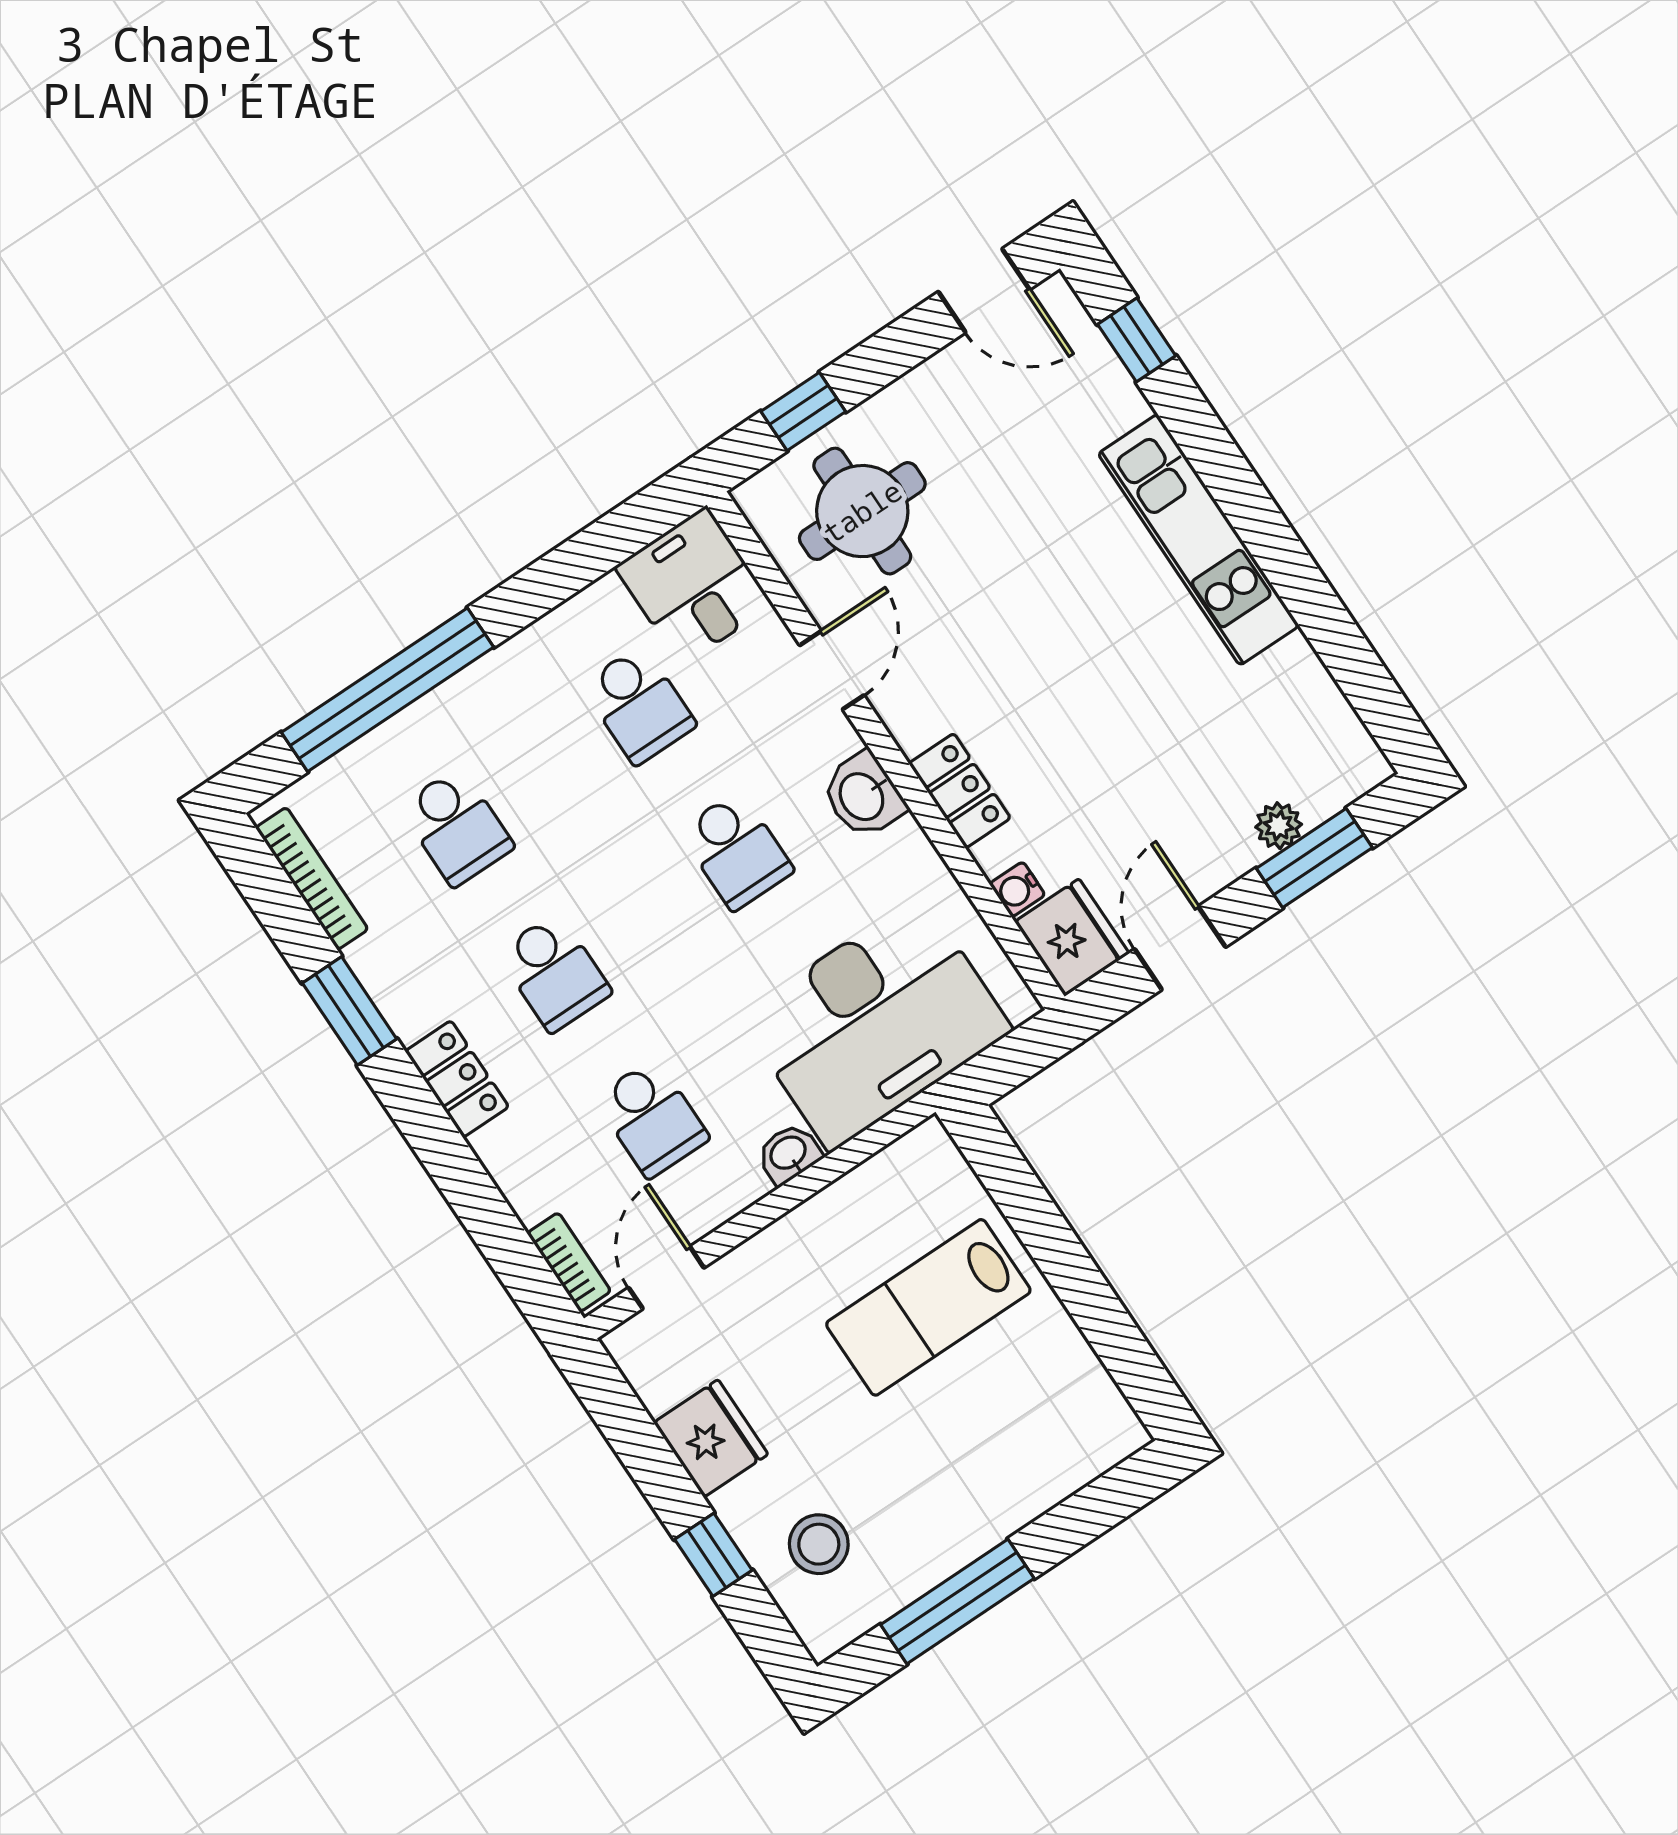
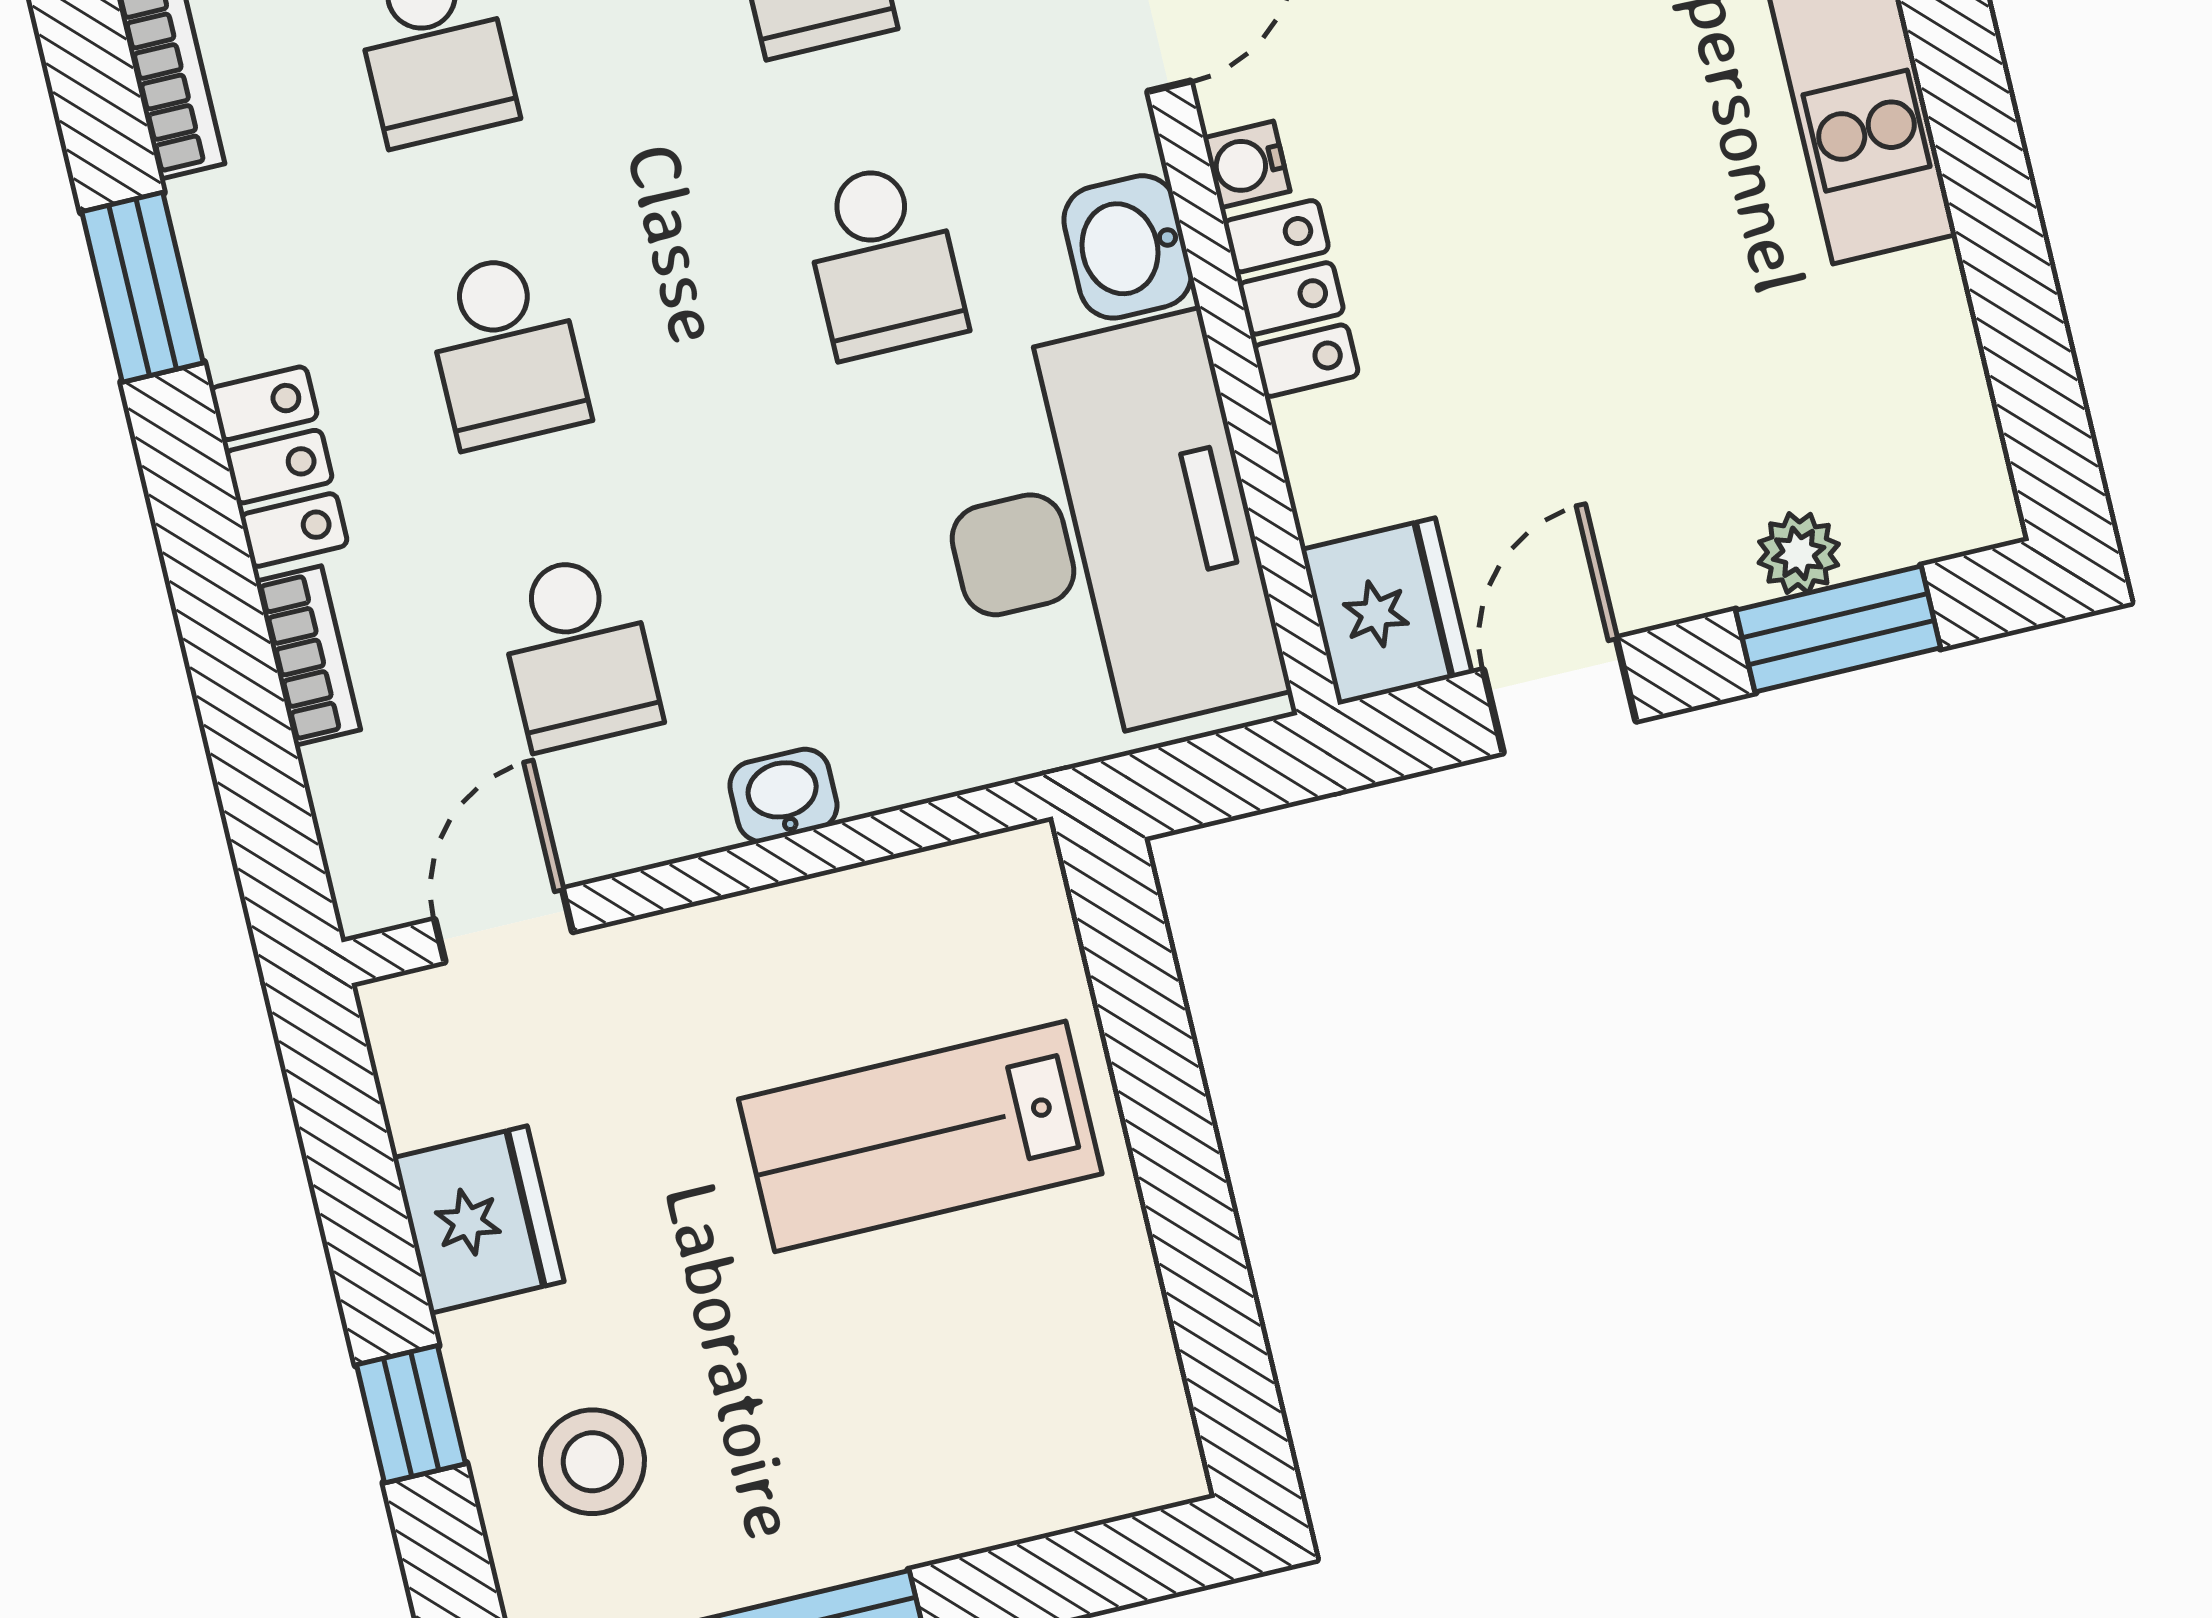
water cooler: (1017, 889) -> (1247, 165), moved
desk: (875, 1023) -> (1102, 534), moved, turned -90
bookcase: (569, 1262) -> (308, 656), moved

